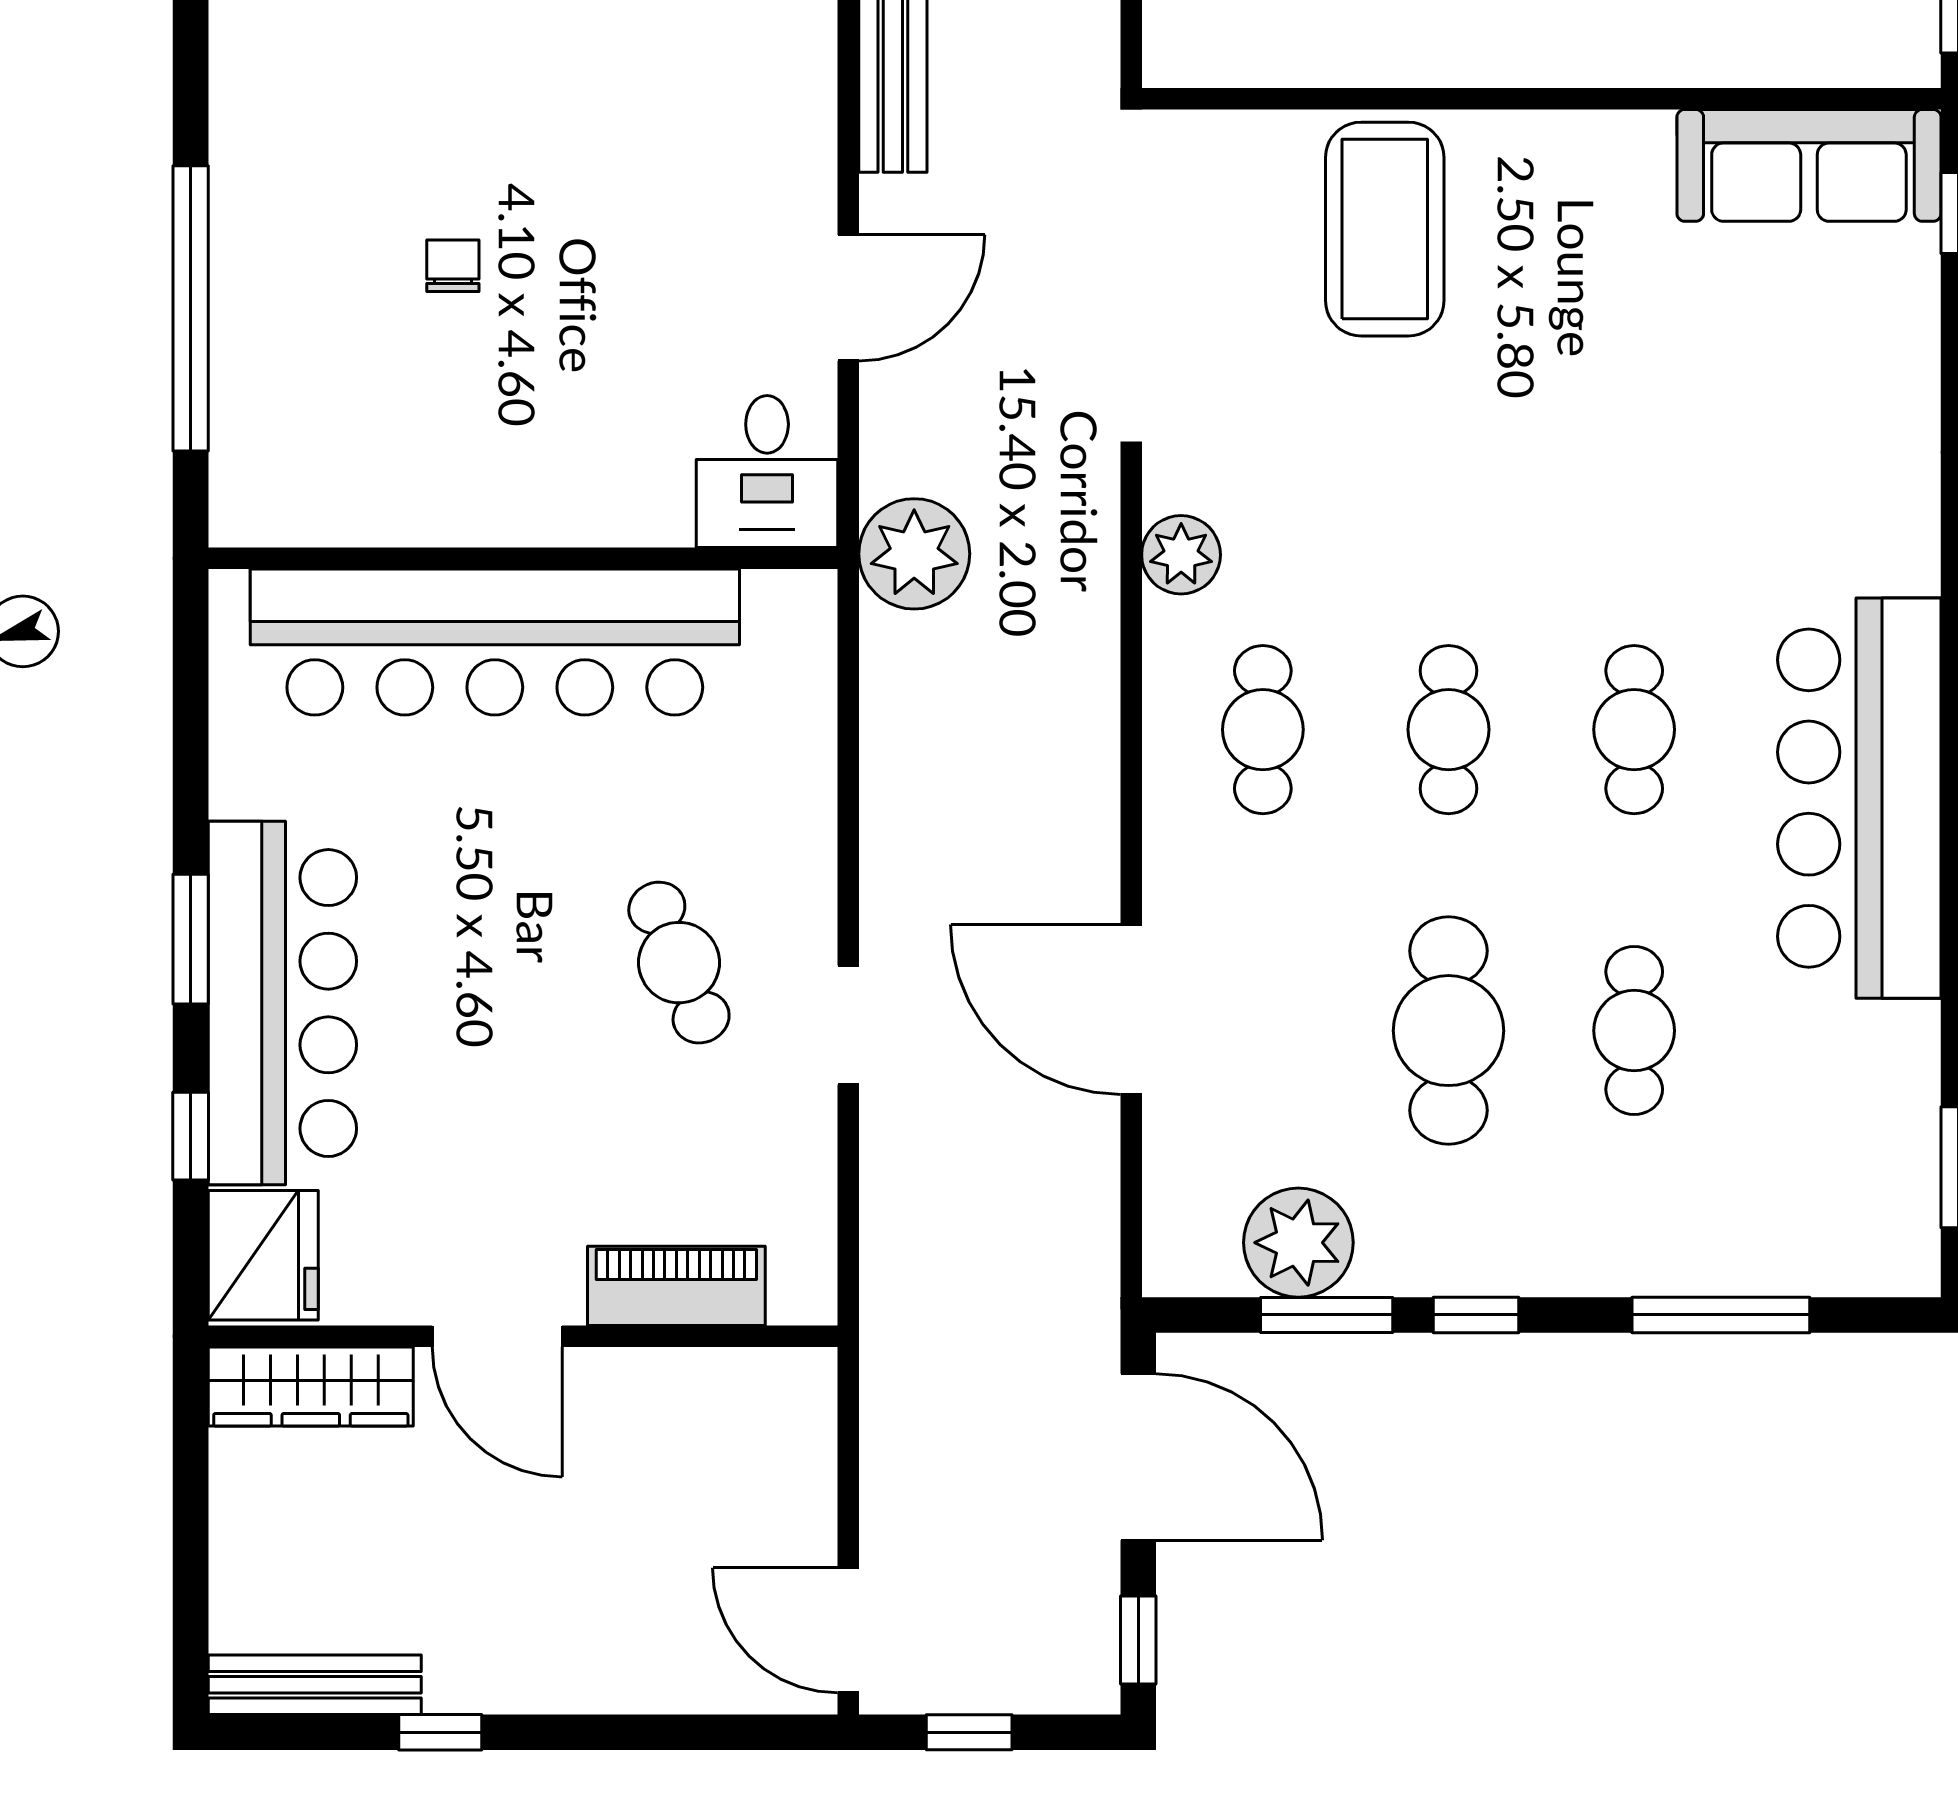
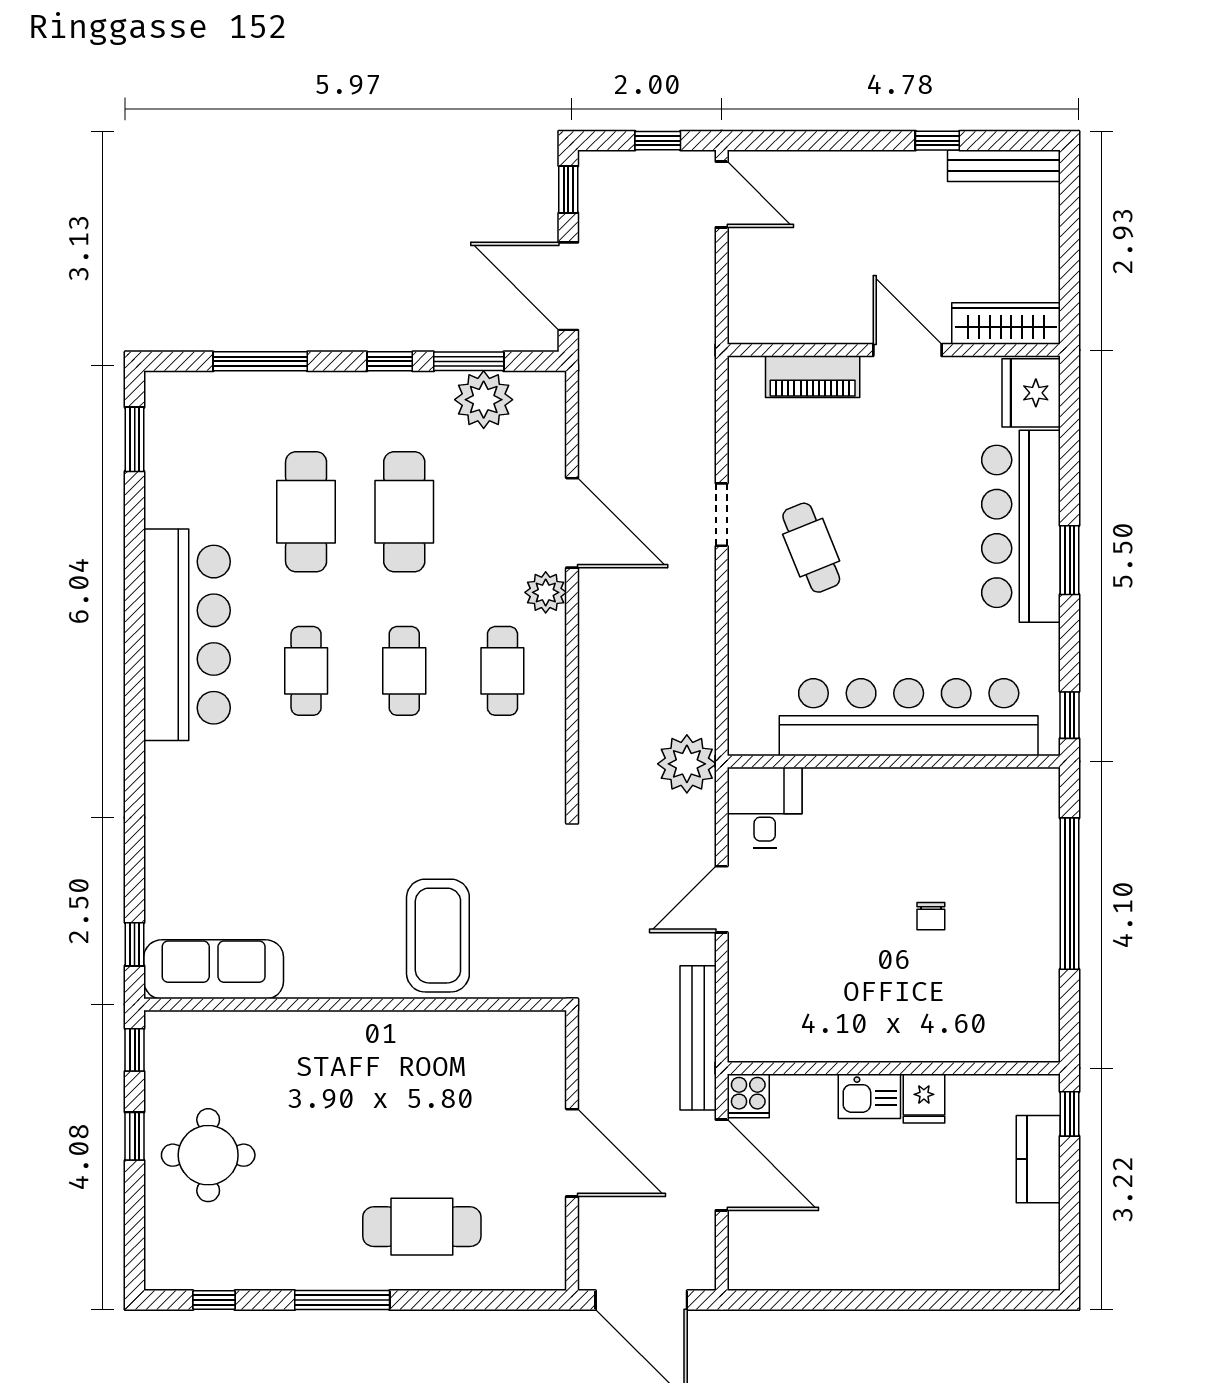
plant: (1181, 555) -> (546, 592), moved
cafe table: (1634, 1031) -> (306, 512), width x1.37, depth x1.35
window: (191, 1136) -> (1070, 715), moved

